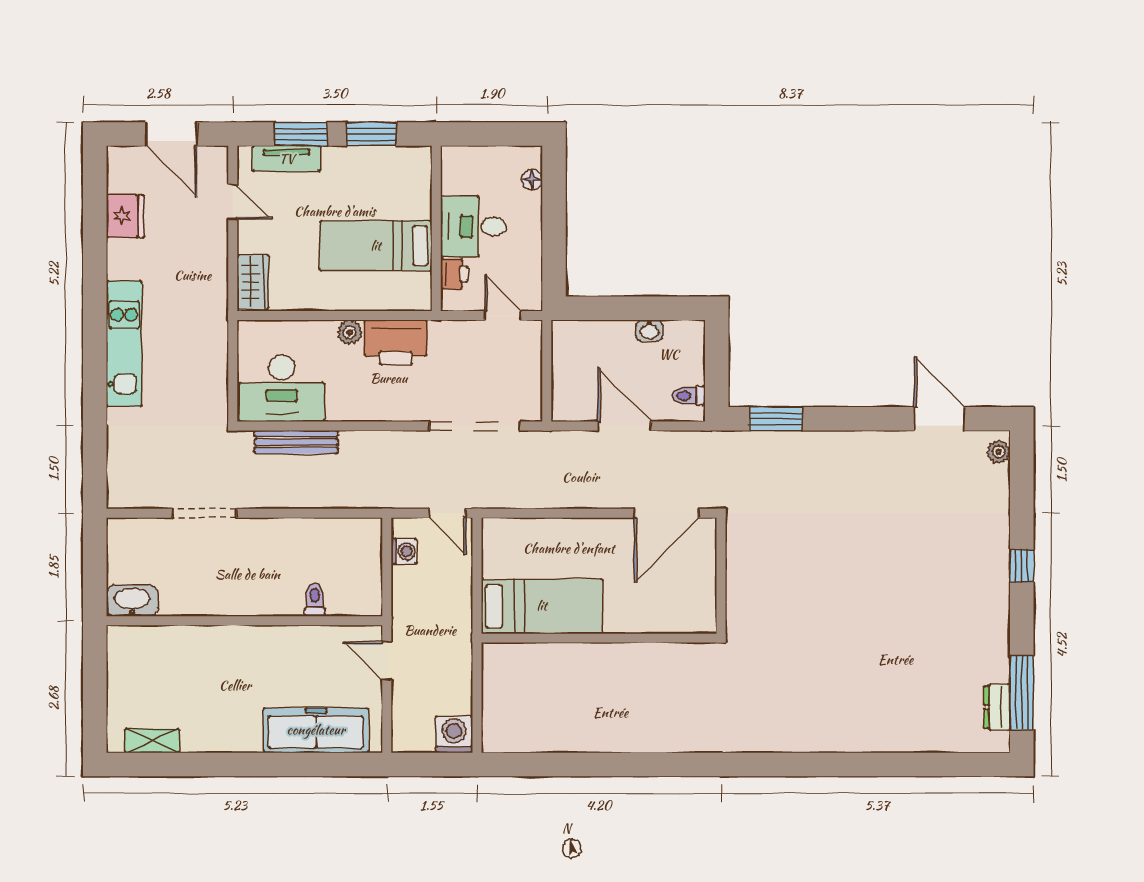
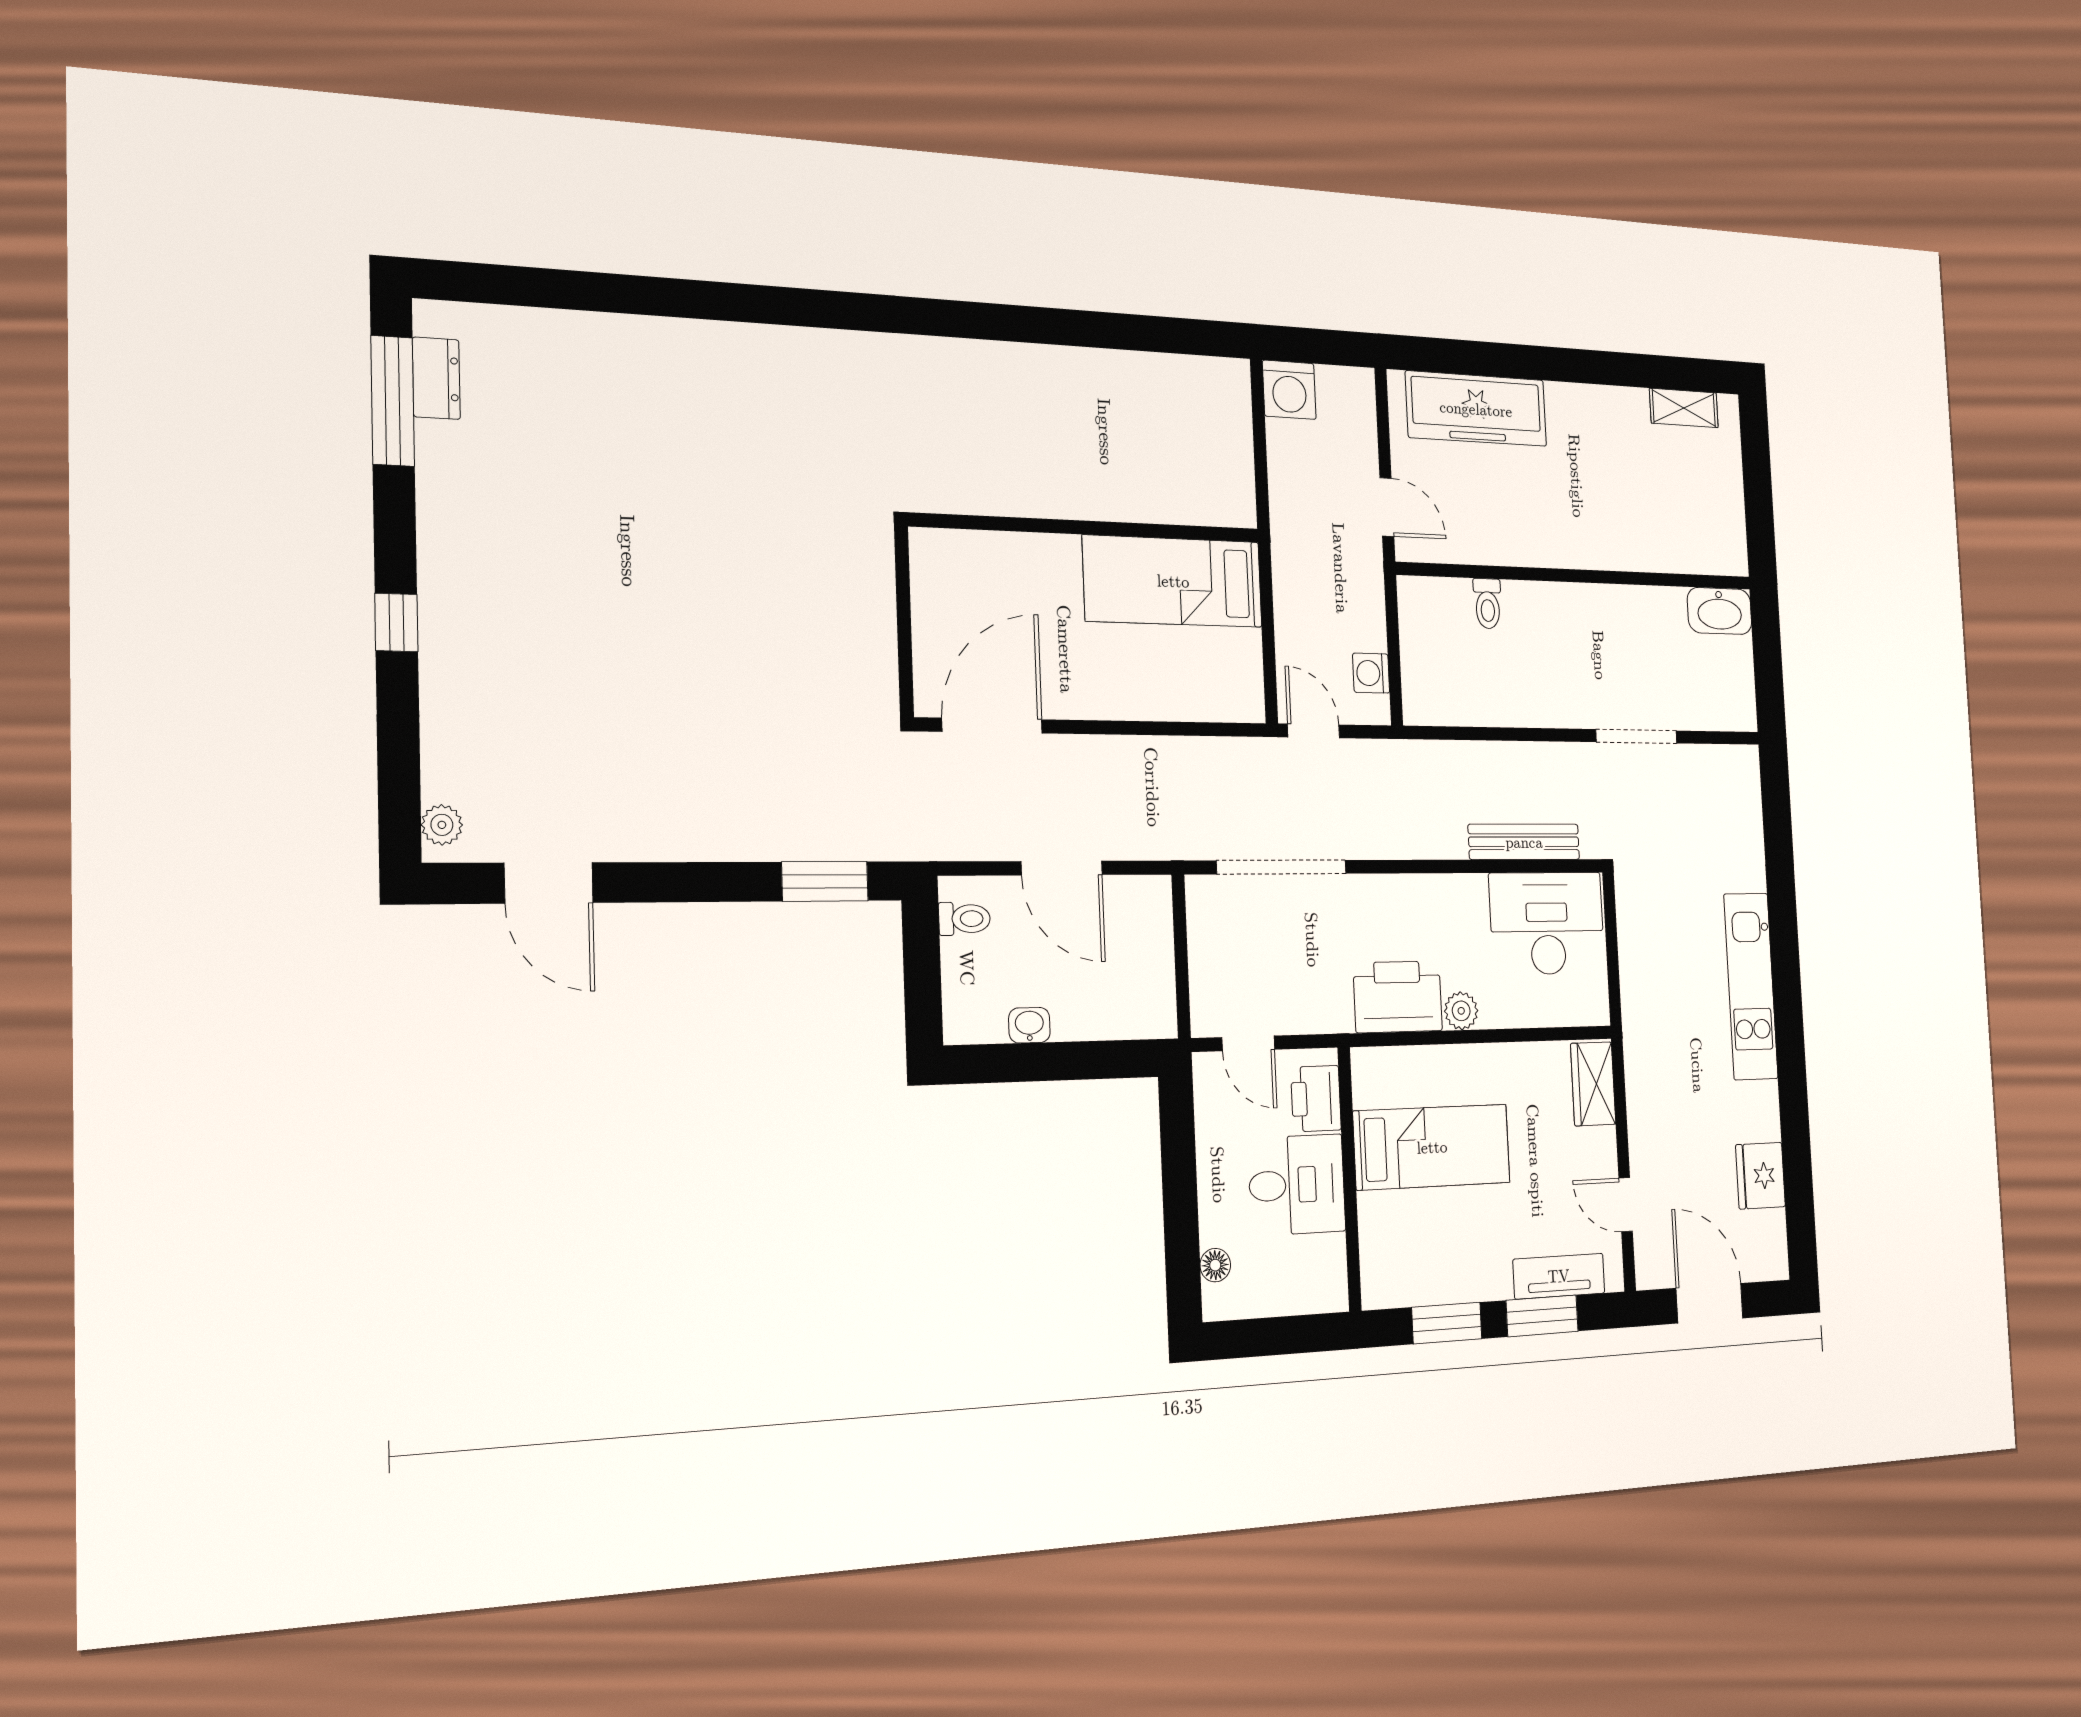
printer: (454, 274) -> (1316, 1099), width x1.36, depth x1.24

